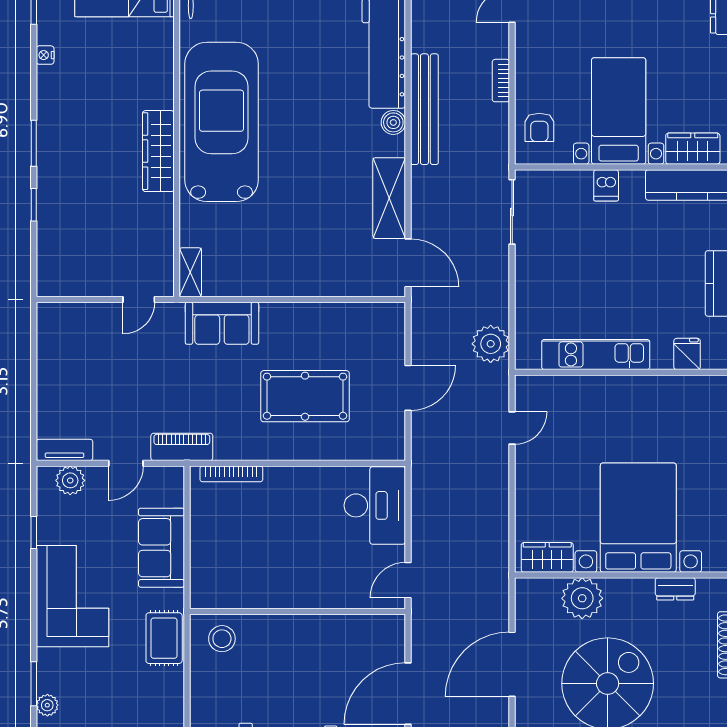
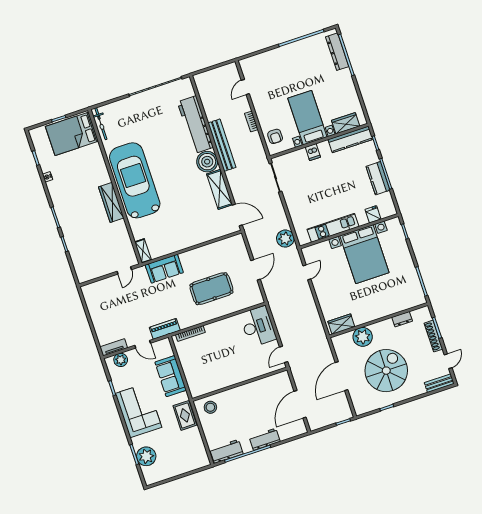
boiler: (393, 122) -> (207, 162), width x1.86, depth x1.86
door: (126, 463) -> (143, 344), hinge flipped
bed with nightstands: (638, 518) -> (364, 254), moved, turned 180
plant: (47, 705) -> (146, 456), width x1.88, depth x1.88

